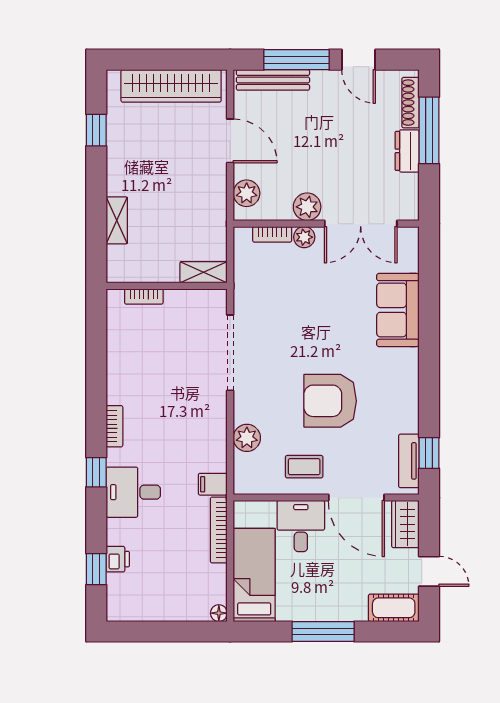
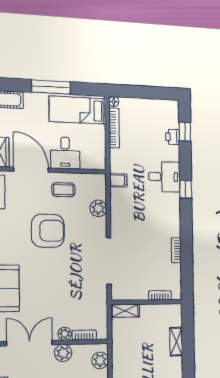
bookcase: (114, 426) -> (176, 250), moved
bookcase: (219, 530) -> (114, 128), moved
bed: (254, 575) -> (78, 110), moved, turned 90

